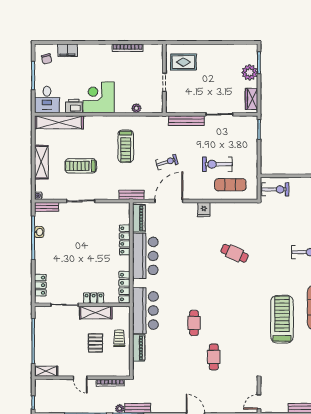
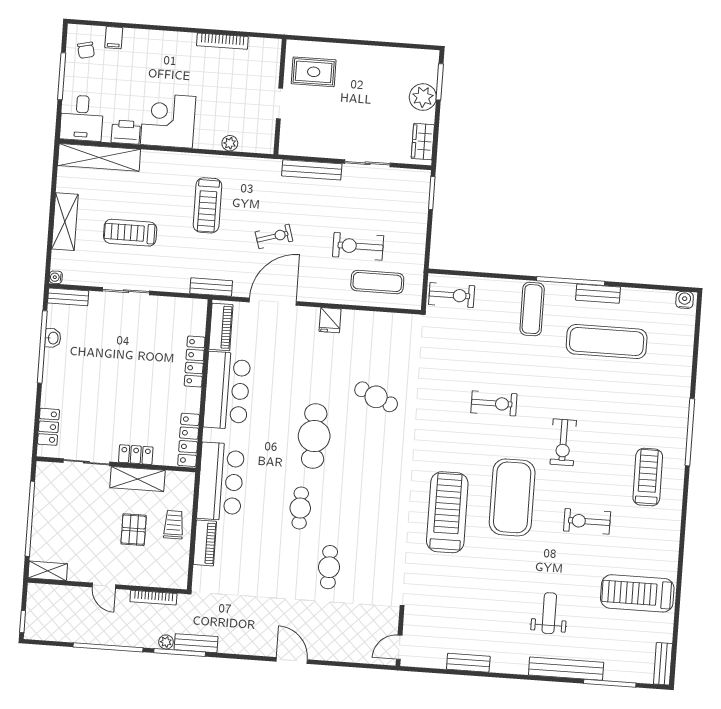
filing cabinet: (67, 50) -> (114, 38), width x0.50
cafe table: (199, 279) -> (314, 436), added

